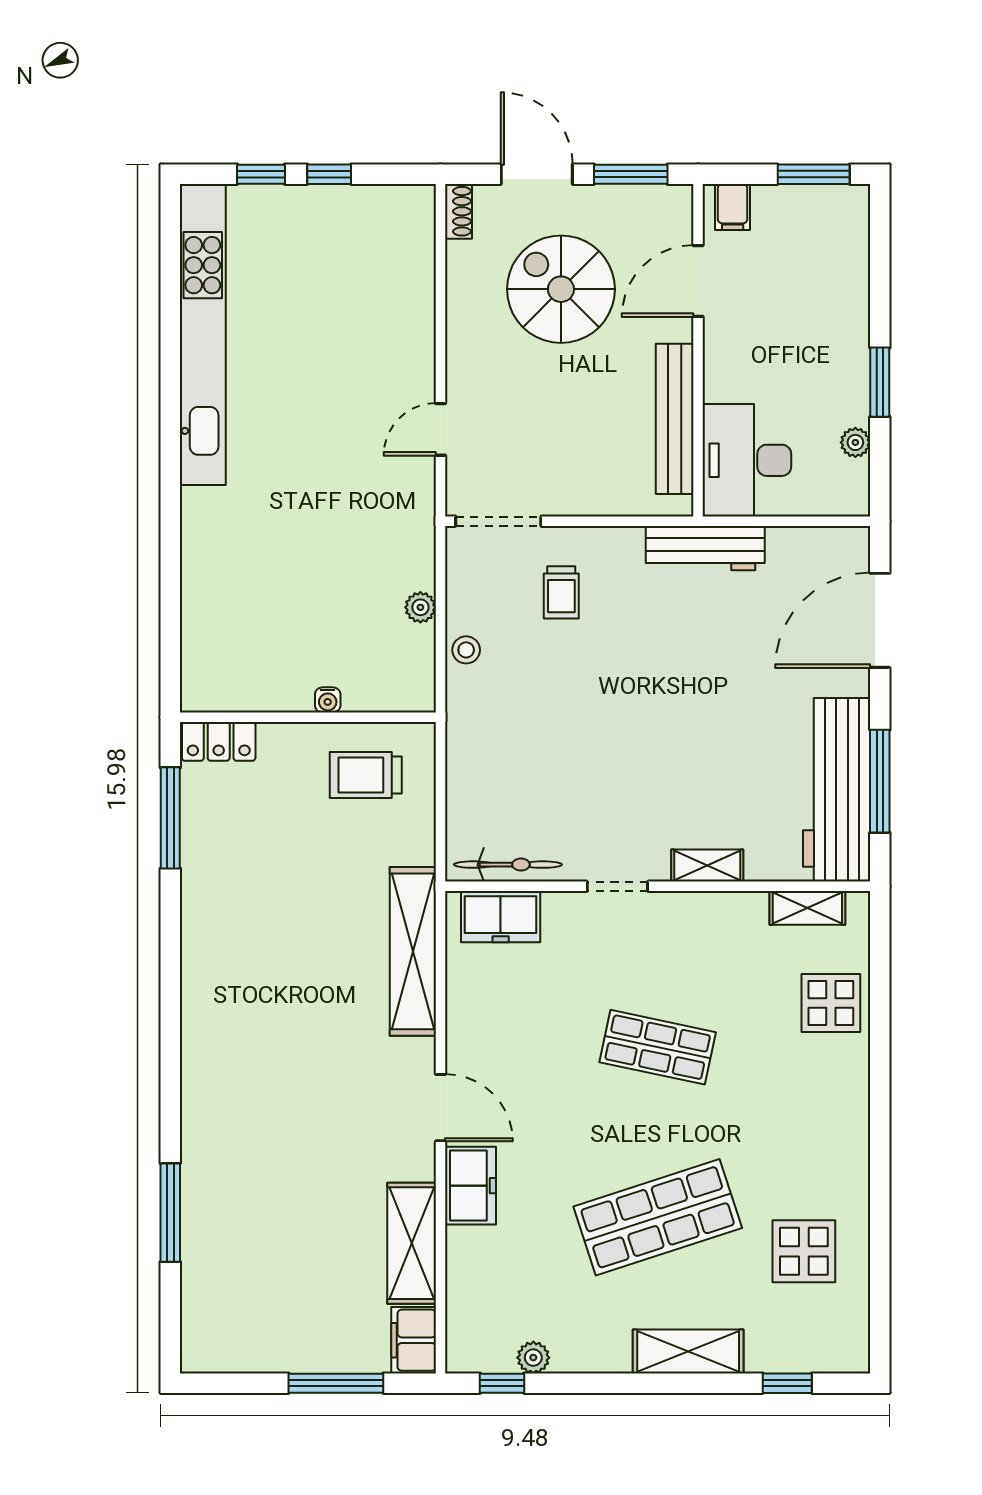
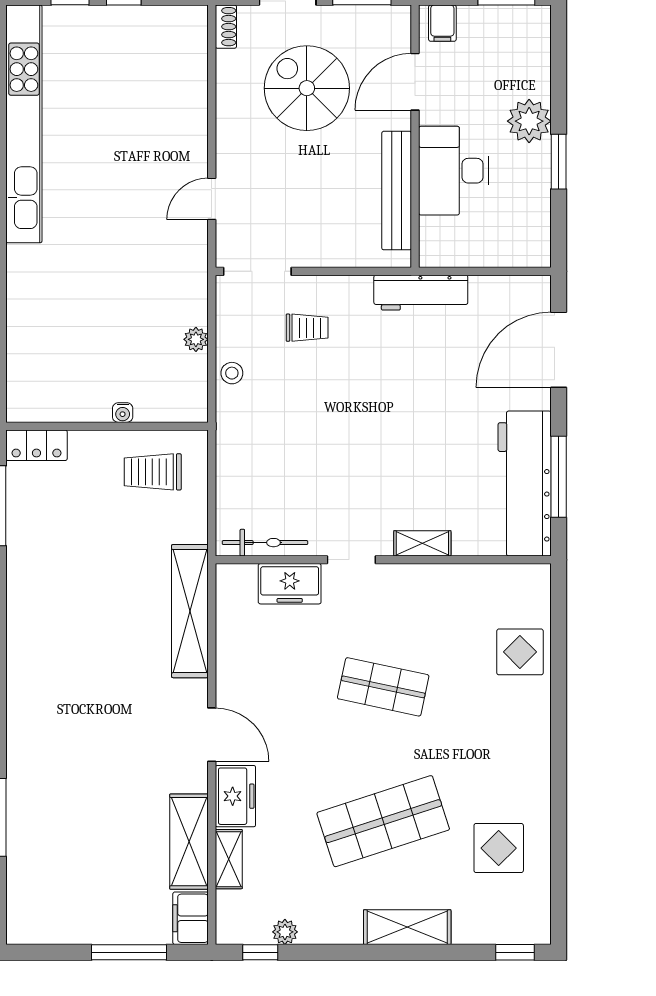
plant: (855, 442) -> (529, 121), moved, width x1.87, depth x1.87
desk: (747, 460) -> (454, 171), moved
trolley: (561, 592) -> (307, 328), turned -90
shelving: (807, 908) -> (229, 859), moved, turned 90
freezer: (501, 917) -> (290, 584), moved
window: (787, 1383) -> (515, 952), moved

